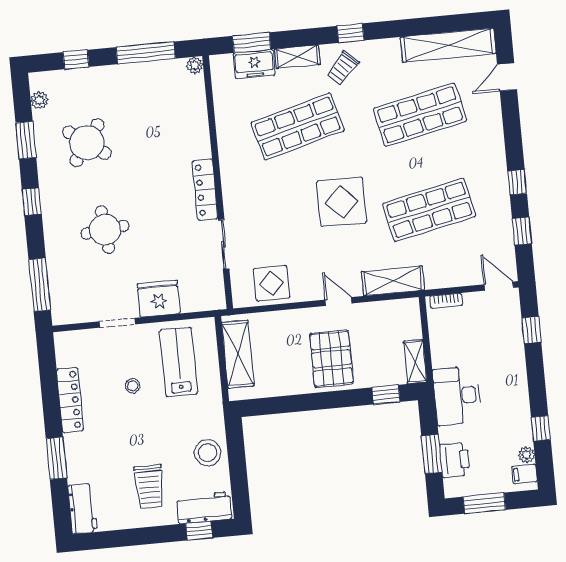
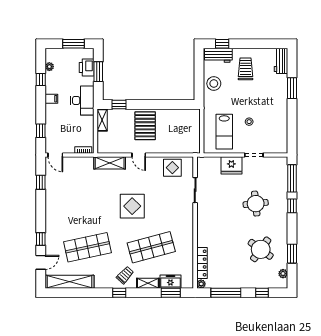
window: (517, 182) -> (41, 239), moved
locker: (205, 190) -> (202, 263), moved
window: (32, 202) -> (292, 206), moved
shop shelf: (429, 210) -> (87, 198), removed
shelving: (238, 354) -> (193, 133), removed
locker: (70, 400) -> (282, 117), removed
filing cabinet: (525, 474) -> (51, 99), moved

